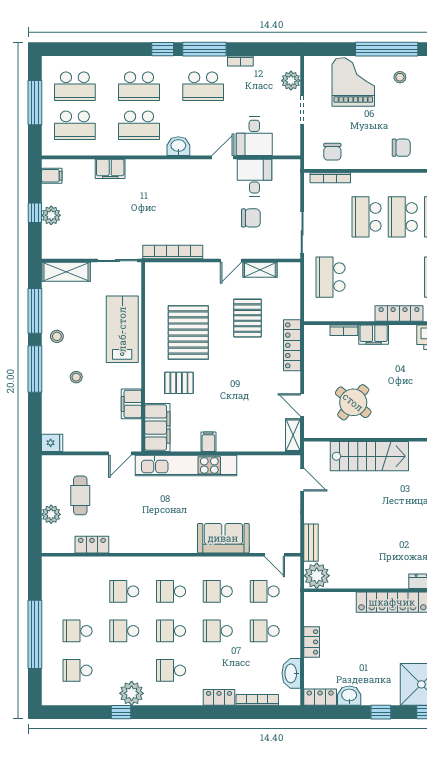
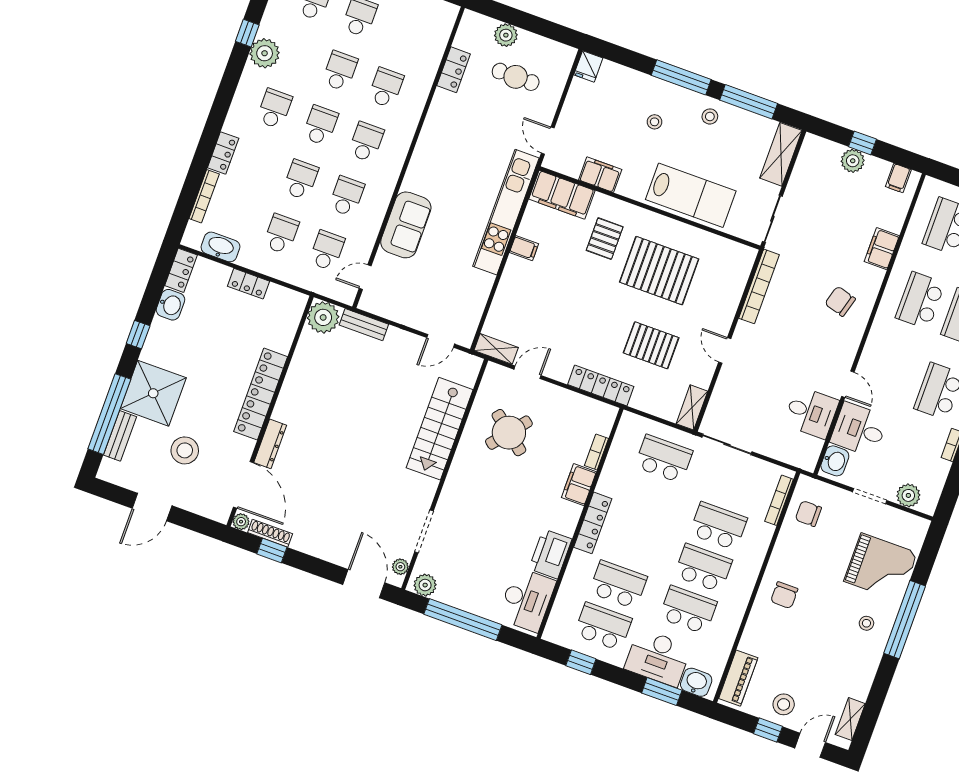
washbasin: (178, 146) -> (835, 461), moved
chair: (251, 218) -> (840, 301), moved, turned 106
shelving: (260, 270) -> (692, 407), moved

